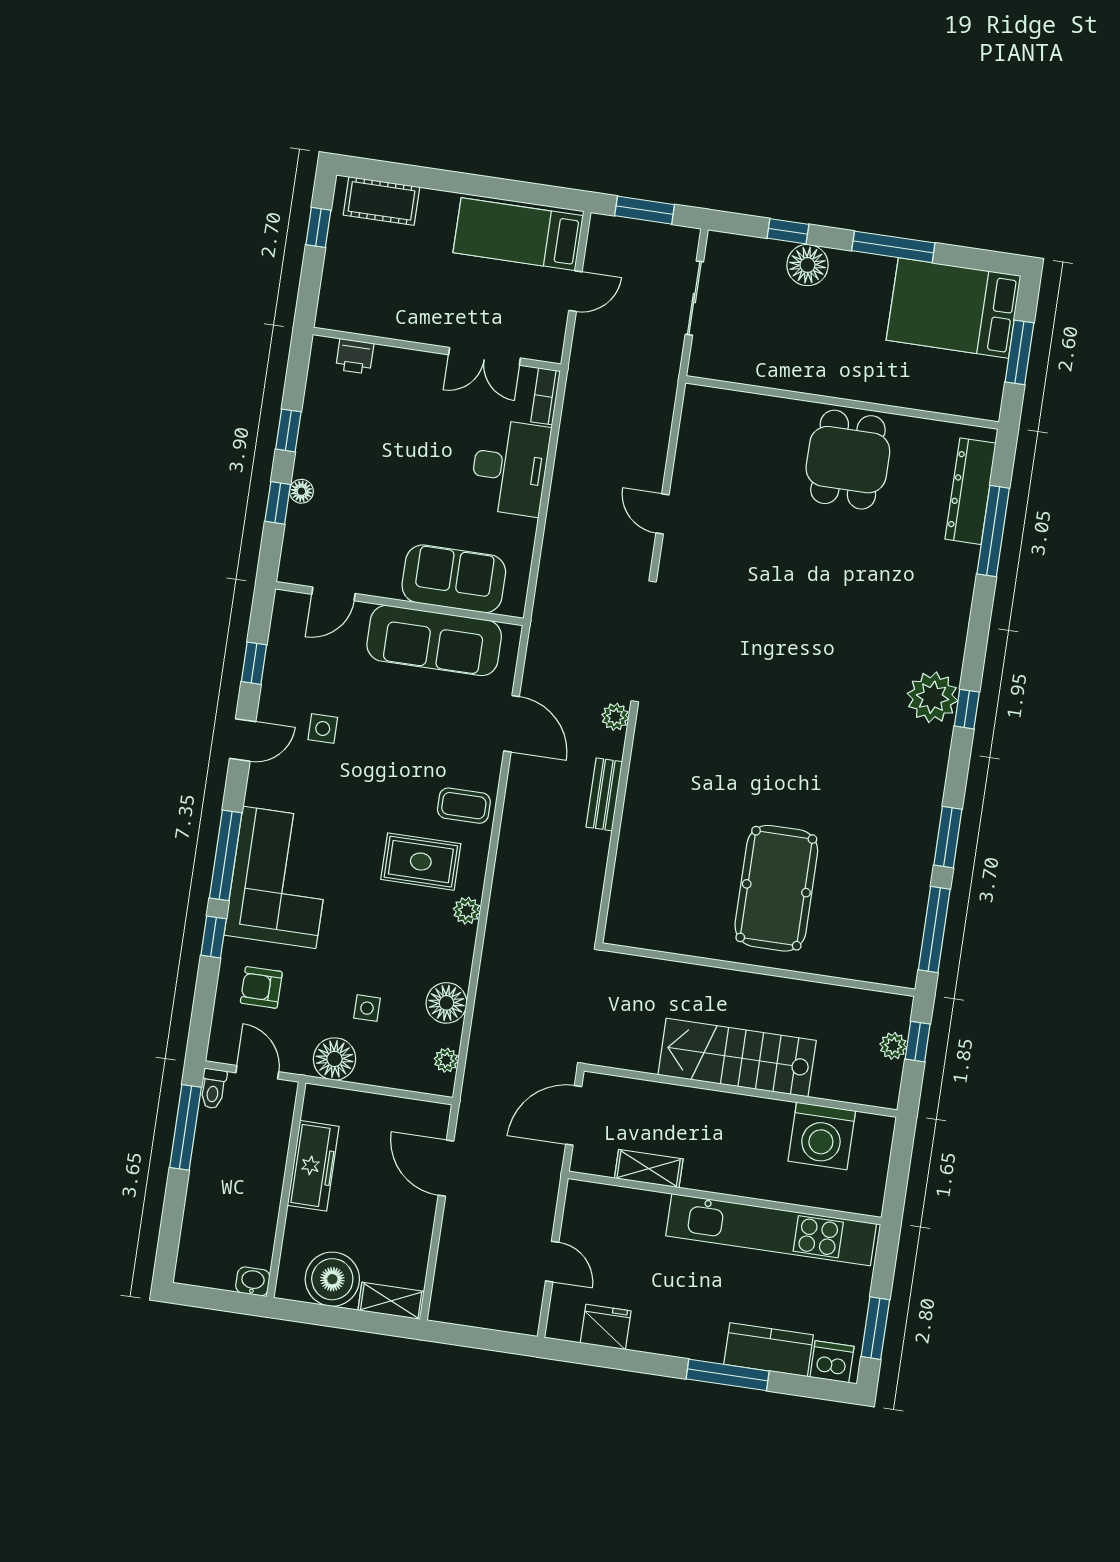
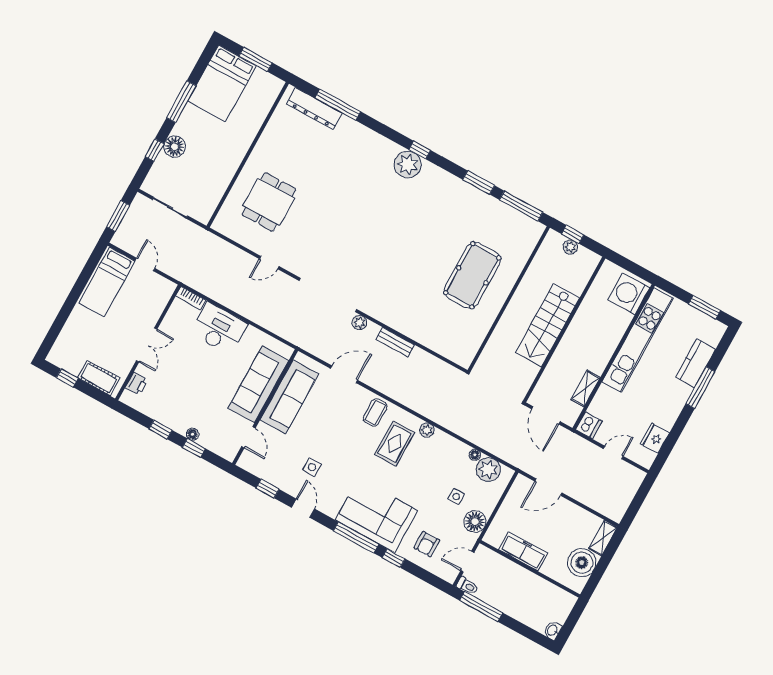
cot: (381, 201) -> (99, 378), moved, turned 90
double door: (485, 356) -> (147, 345), moved
dining table: (848, 460) -> (269, 202), moved, turned 90
sofa: (454, 579) -> (258, 384), width x1.36
pool table: (776, 888) -> (472, 275), turned 90
floor lamp: (446, 1003) -> (475, 455), width x0.53, depth x0.53
plant: (446, 1060) -> (488, 470), width x1.88, depth x1.88
washing machine: (822, 1136) -> (629, 294), moved, turned 180
washbasin: (253, 1281) -> (553, 630), moved
dishwasher: (832, 1362) -> (589, 425), moved, turned 180

